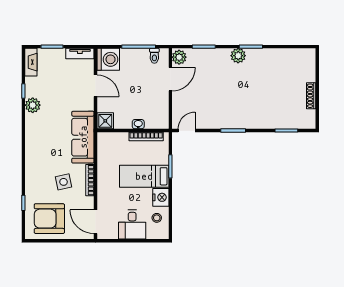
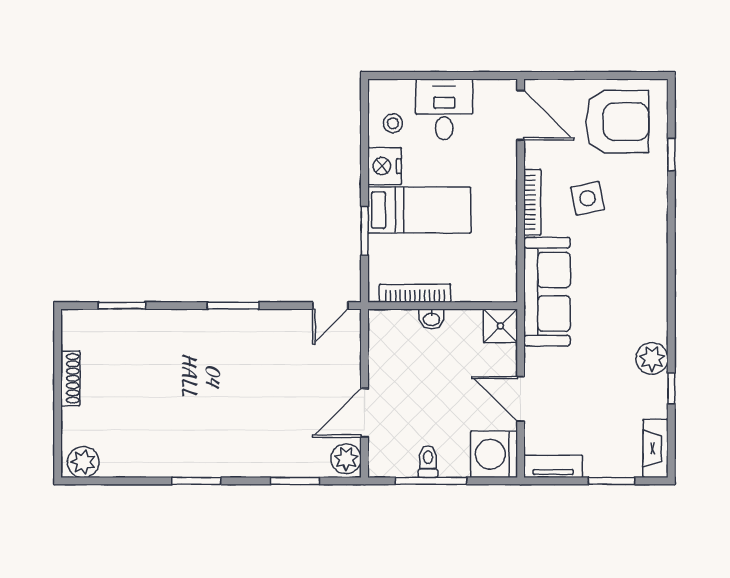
toilet: (154, 56) -> (428, 462), moved
plant: (238, 56) -> (83, 462), moved

